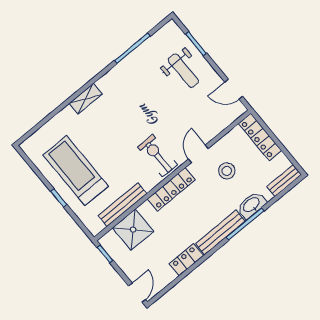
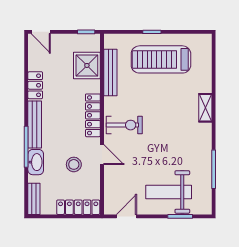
weight bench: (183, 71) -> (169, 192), width x1.36, depth x1.33
treadmill: (76, 171) -> (161, 59), turned 180

